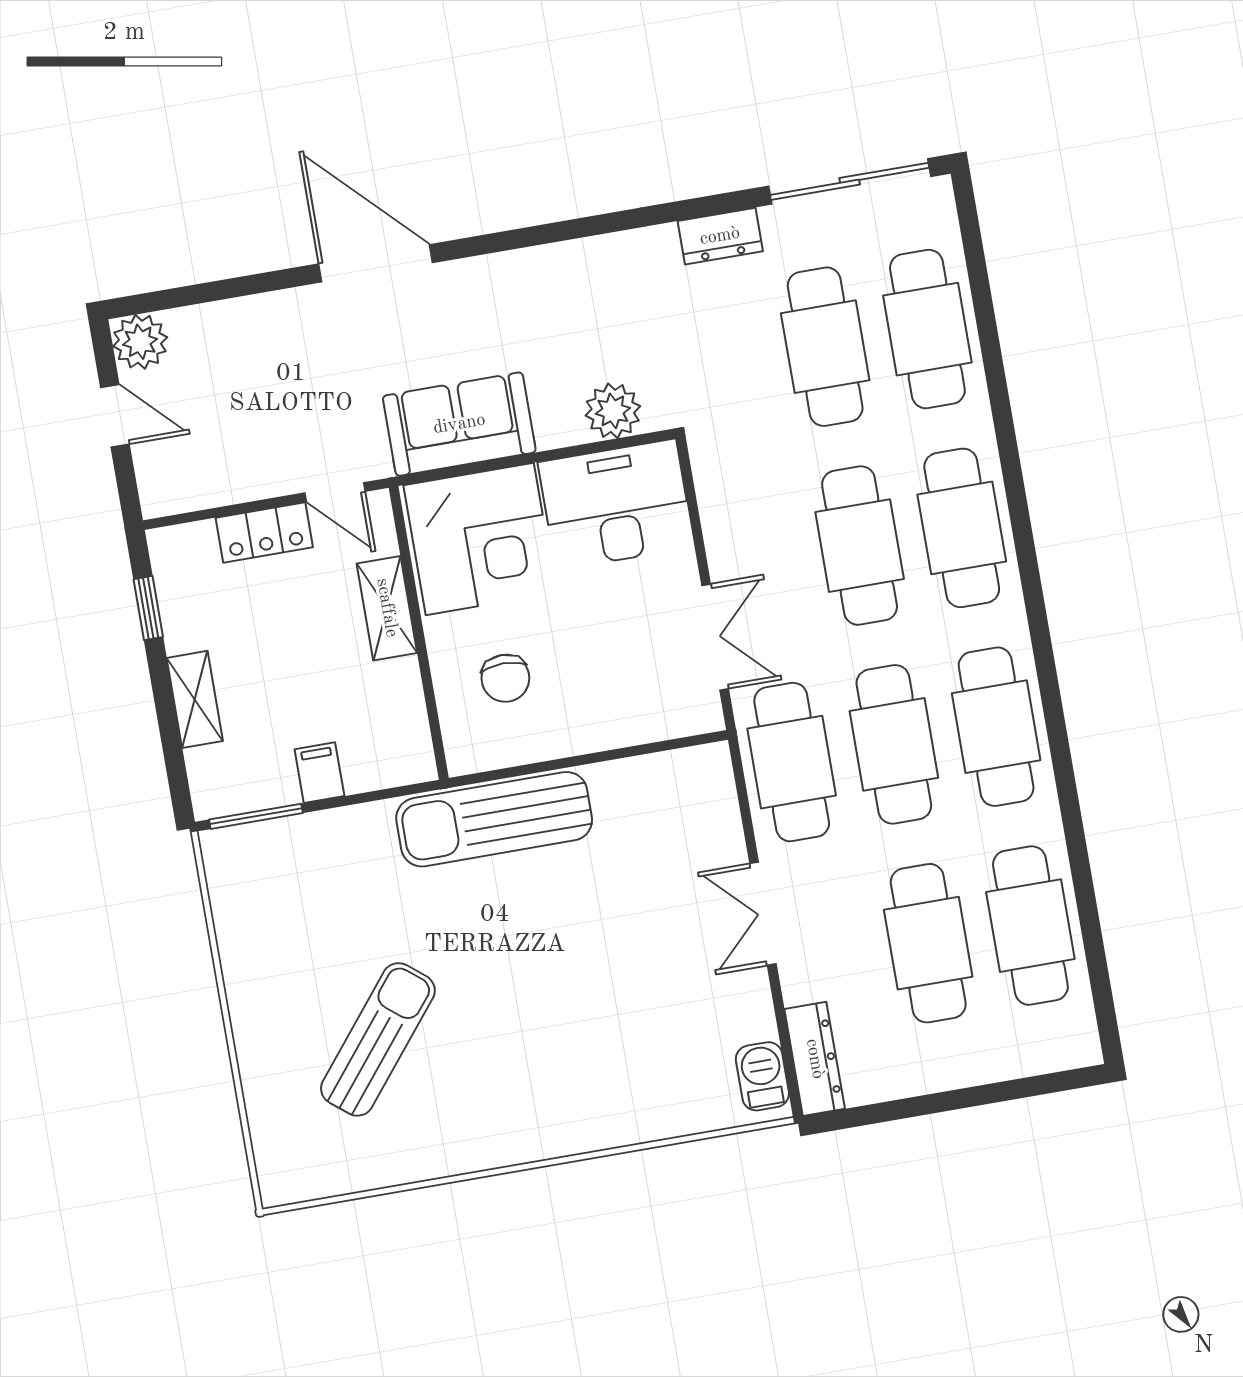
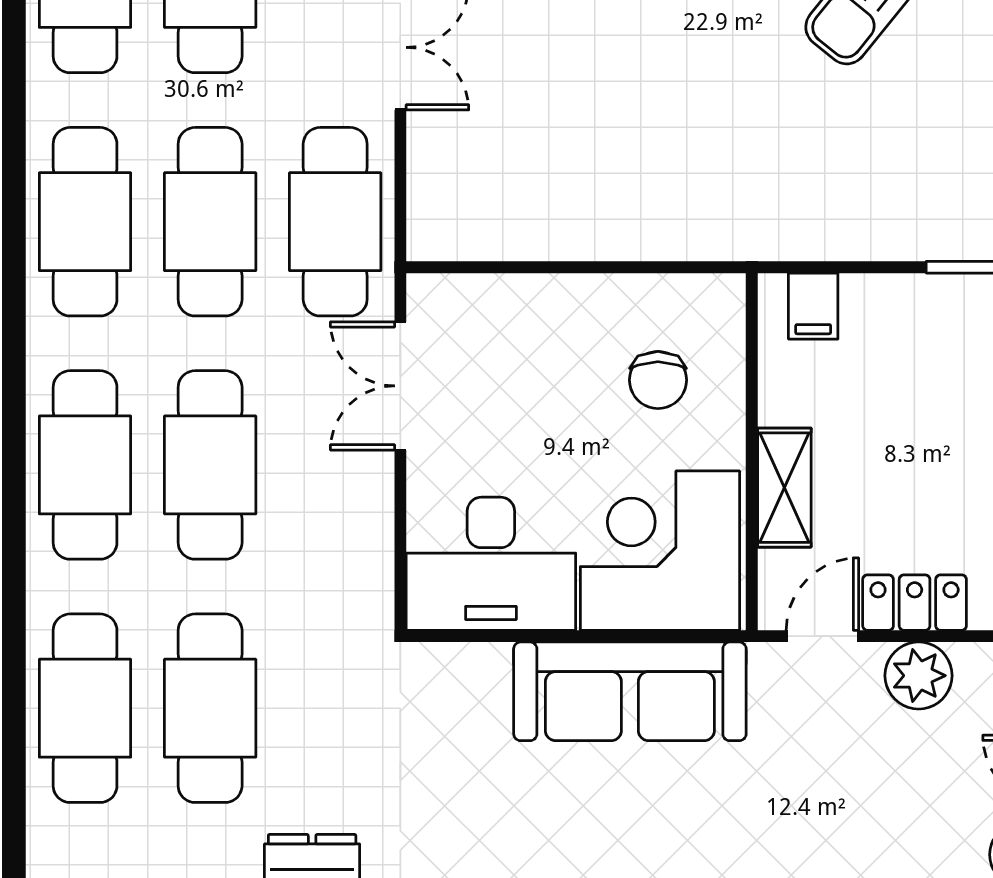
plant: (613, 411) -> (919, 676), moved
sofa: (459, 424) -> (630, 691), width x1.36
door: (335, 492) -> (822, 636), hinge flipped
chair: (505, 678) -> (658, 380), turned 180
filing cabinet: (319, 773) -> (813, 306), moved
sun lounger: (494, 819) -> (700, 215), removed

